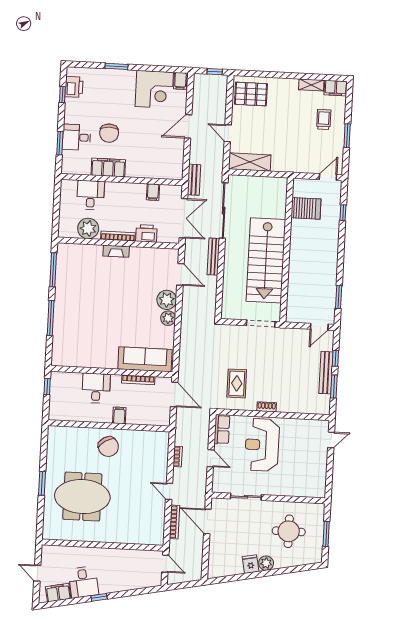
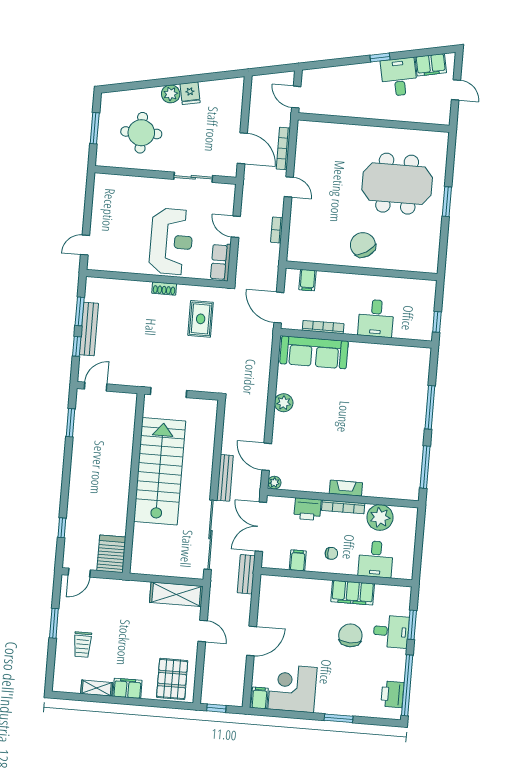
filing cabinet: (336, 88) -> (127, 688), moved
pallet: (251, 94) -> (172, 679), turned 90
window: (62, 95) -> (407, 685), width x3.17
chair: (126, 198) -> (331, 553), added
server rack: (306, 208) -> (111, 554), moved, turned 90
plant: (167, 300) -> (274, 483), moved, width x0.53, depth x0.53
filing cabinet: (119, 415) -> (307, 280), moved

